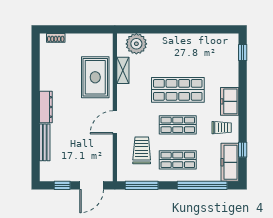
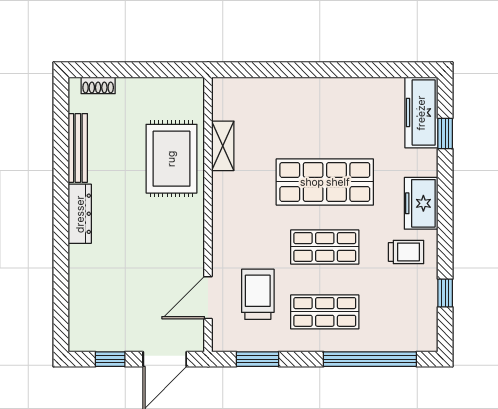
plant: (136, 44) -> (248, 96), removed
window: (243, 52) -> (445, 133), moved
door: (115, 122) -> (208, 298), moved
bench: (45, 142) -> (78, 148), moved
freezer: (230, 162) -> (421, 113), moved
window: (142, 185) -> (258, 359), width x0.69

